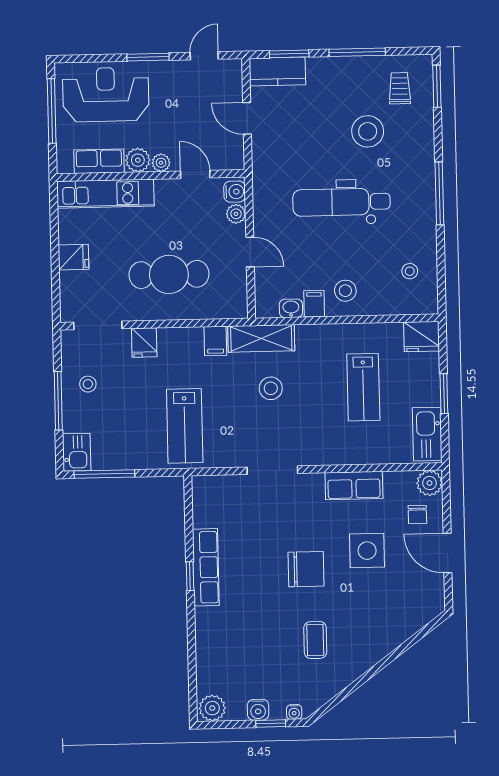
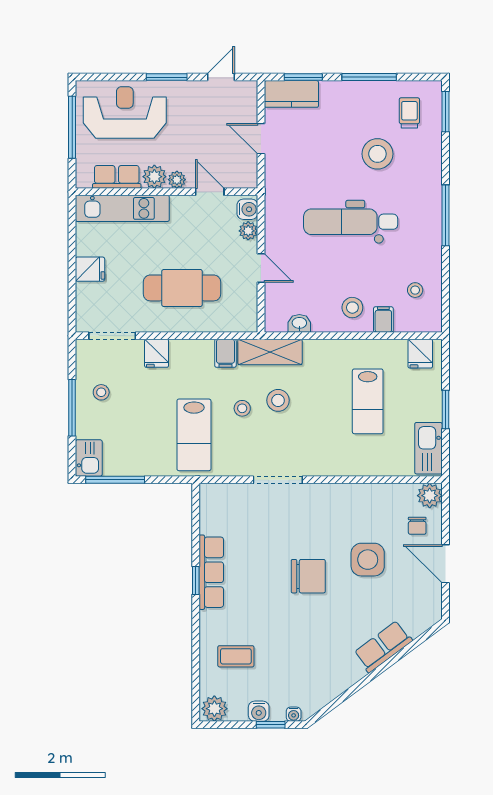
filing cabinet: (314, 304) -> (383, 319), moved
fridge: (421, 337) -> (420, 354), width x0.72
stool: (234, 397) -> (242, 408), added
row of seats: (354, 485) -> (383, 647), moved, turned 143
coffee table: (315, 640) -> (236, 656), moved, turned 90

